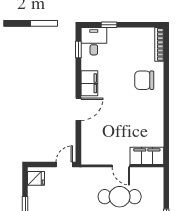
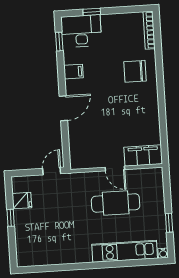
desk: (94, 41) -> (81, 31), width x1.37
filing cabinet: (89, 83) -> (73, 72), width x0.50
fridge: (36, 178) -> (22, 201), moved

